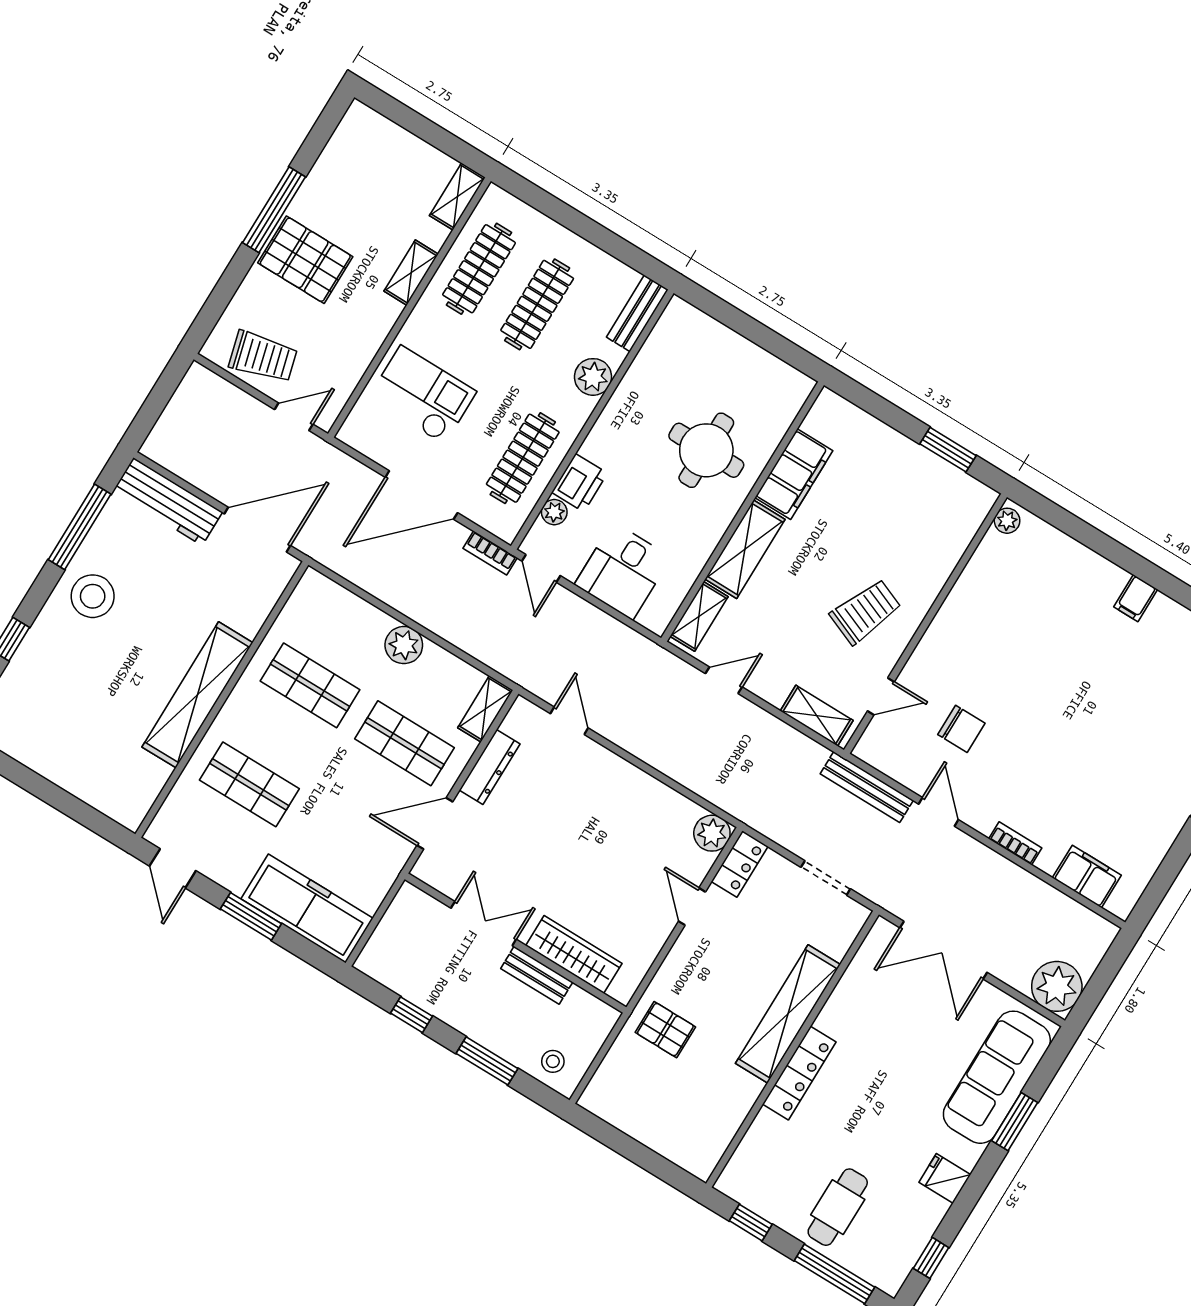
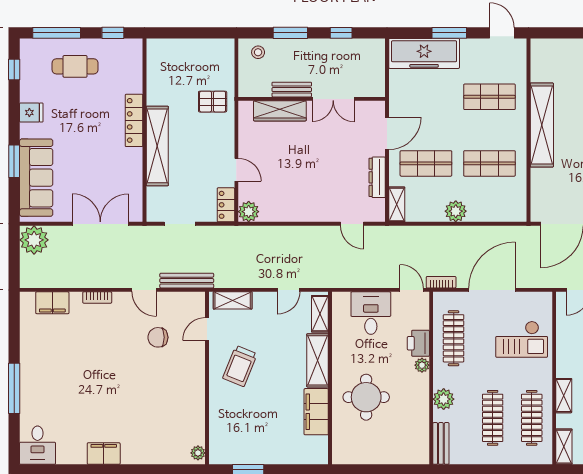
plant: (554, 512) -> (422, 365), moved
filing cabinet: (1136, 598) -> (104, 454), width x2.00
cafe table: (838, 1207) -> (75, 66), turned 90

